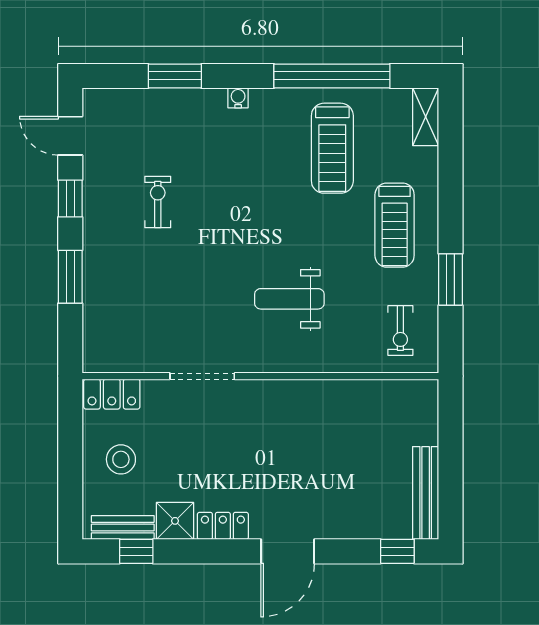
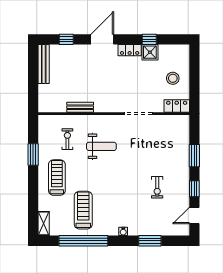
door: (70, 136) -> (194, 215), swing flipped
exercise bike: (400, 330) -> (67, 139), moved
bench: (123, 528) -> (80, 107), moved
window: (136, 551) -> (149, 39), moved
window: (397, 551) -> (66, 39), moved

